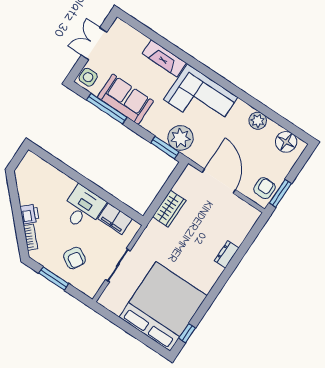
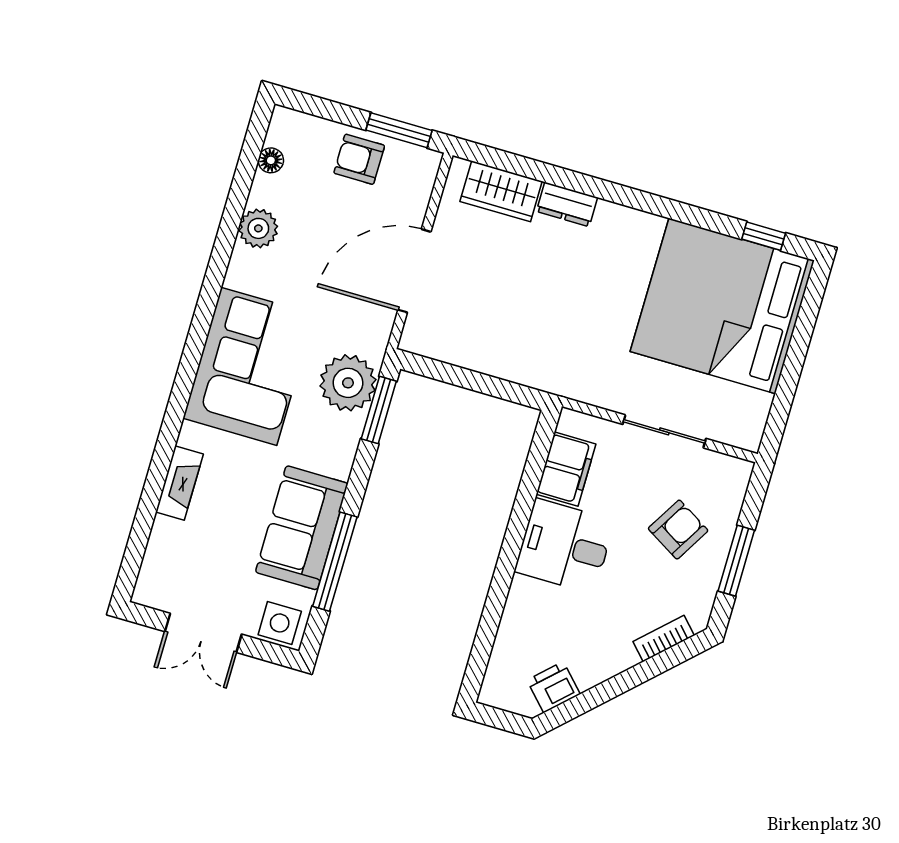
fireplace: (164, 58) -> (179, 483), width x0.73, depth x0.76
floor lamp: (286, 142) -> (271, 160), width x0.53, depth x0.53
armchair: (264, 188) -> (359, 159), moved
wardrobe: (169, 209) -> (501, 191), moved, turned 180
printer: (30, 214) -> (554, 687), moved

